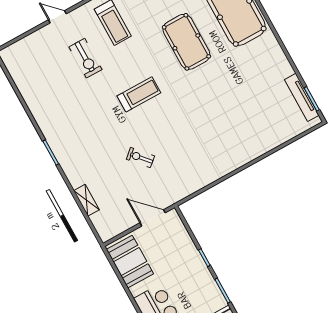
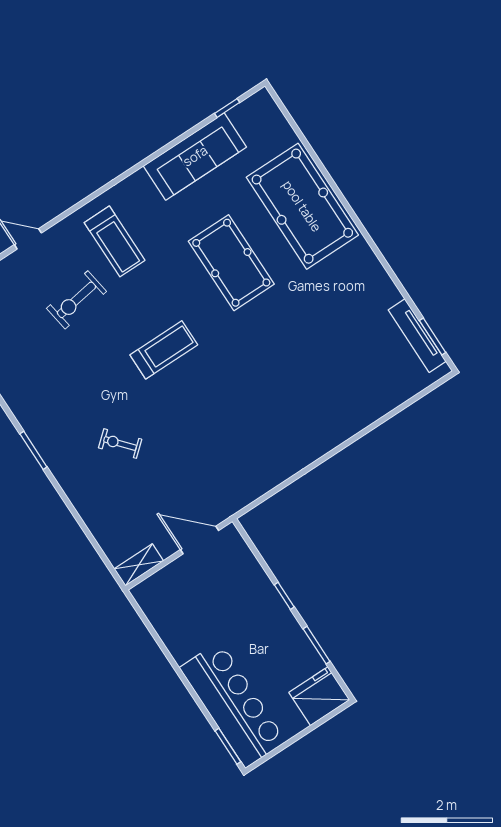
exercise bike: (86, 58) -> (76, 300), turned 81
exercise bike: (140, 158) -> (120, 444), moved
shelving: (86, 200) -> (139, 565), moved, turned 90
booth: (130, 262) -> (169, 611), removed

